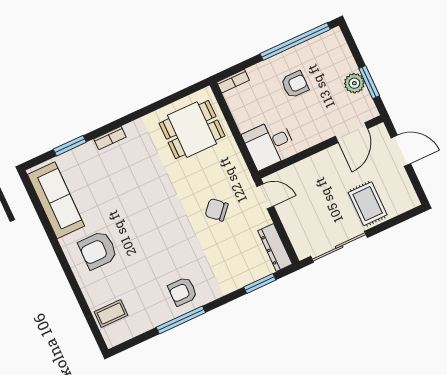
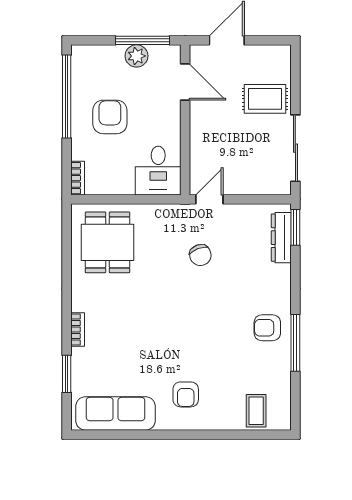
window: (369, 82) -> (142, 40), width x1.44
armchair: (295, 84) -> (110, 117), width x1.38, depth x1.38
chair: (217, 210) -> (200, 255), turned -63
dresser: (275, 247) -> (281, 238), moved, turned 90
armchair: (98, 250) -> (186, 394), width x0.72, depth x0.72
window: (260, 283) -> (295, 227), moved
armchair: (183, 291) -> (267, 328), turned 90

